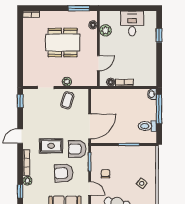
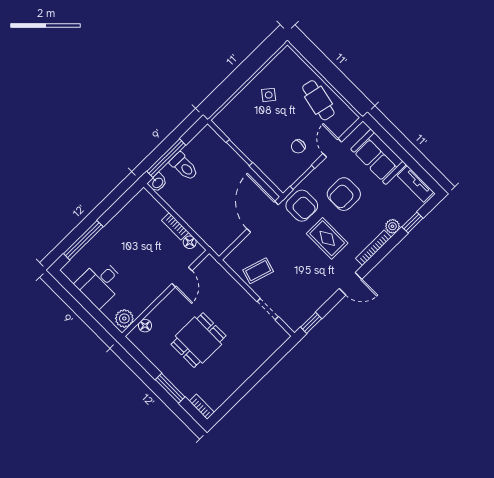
window: (79, 8) -> (170, 388), moved
plant: (105, 30) -> (124, 318), moved
window: (159, 35) -> (83, 240), width x2.17
dining table: (63, 42) -> (198, 340), width x0.73
door: (98, 63) -> (182, 277), swing flipped
plant: (67, 82) -> (238, 292), removed
door: (90, 126) -> (263, 217), hinge flipped
toilet: (147, 126) -> (184, 167), moved
armchair: (64, 173) -> (344, 194), turned 93

